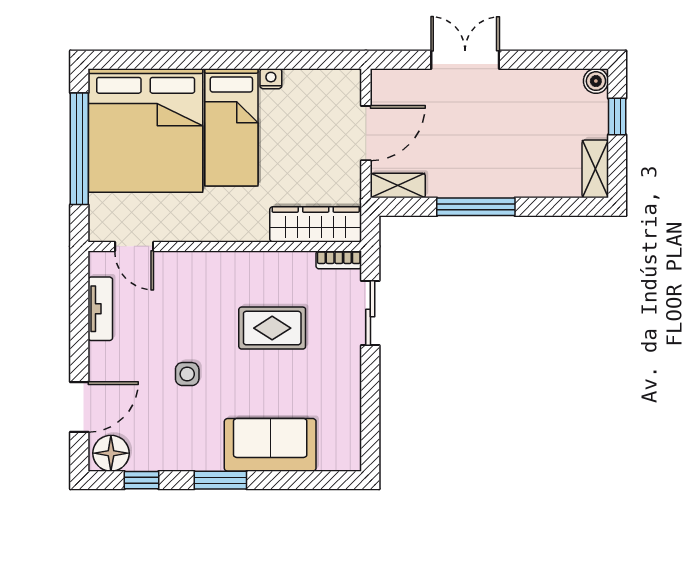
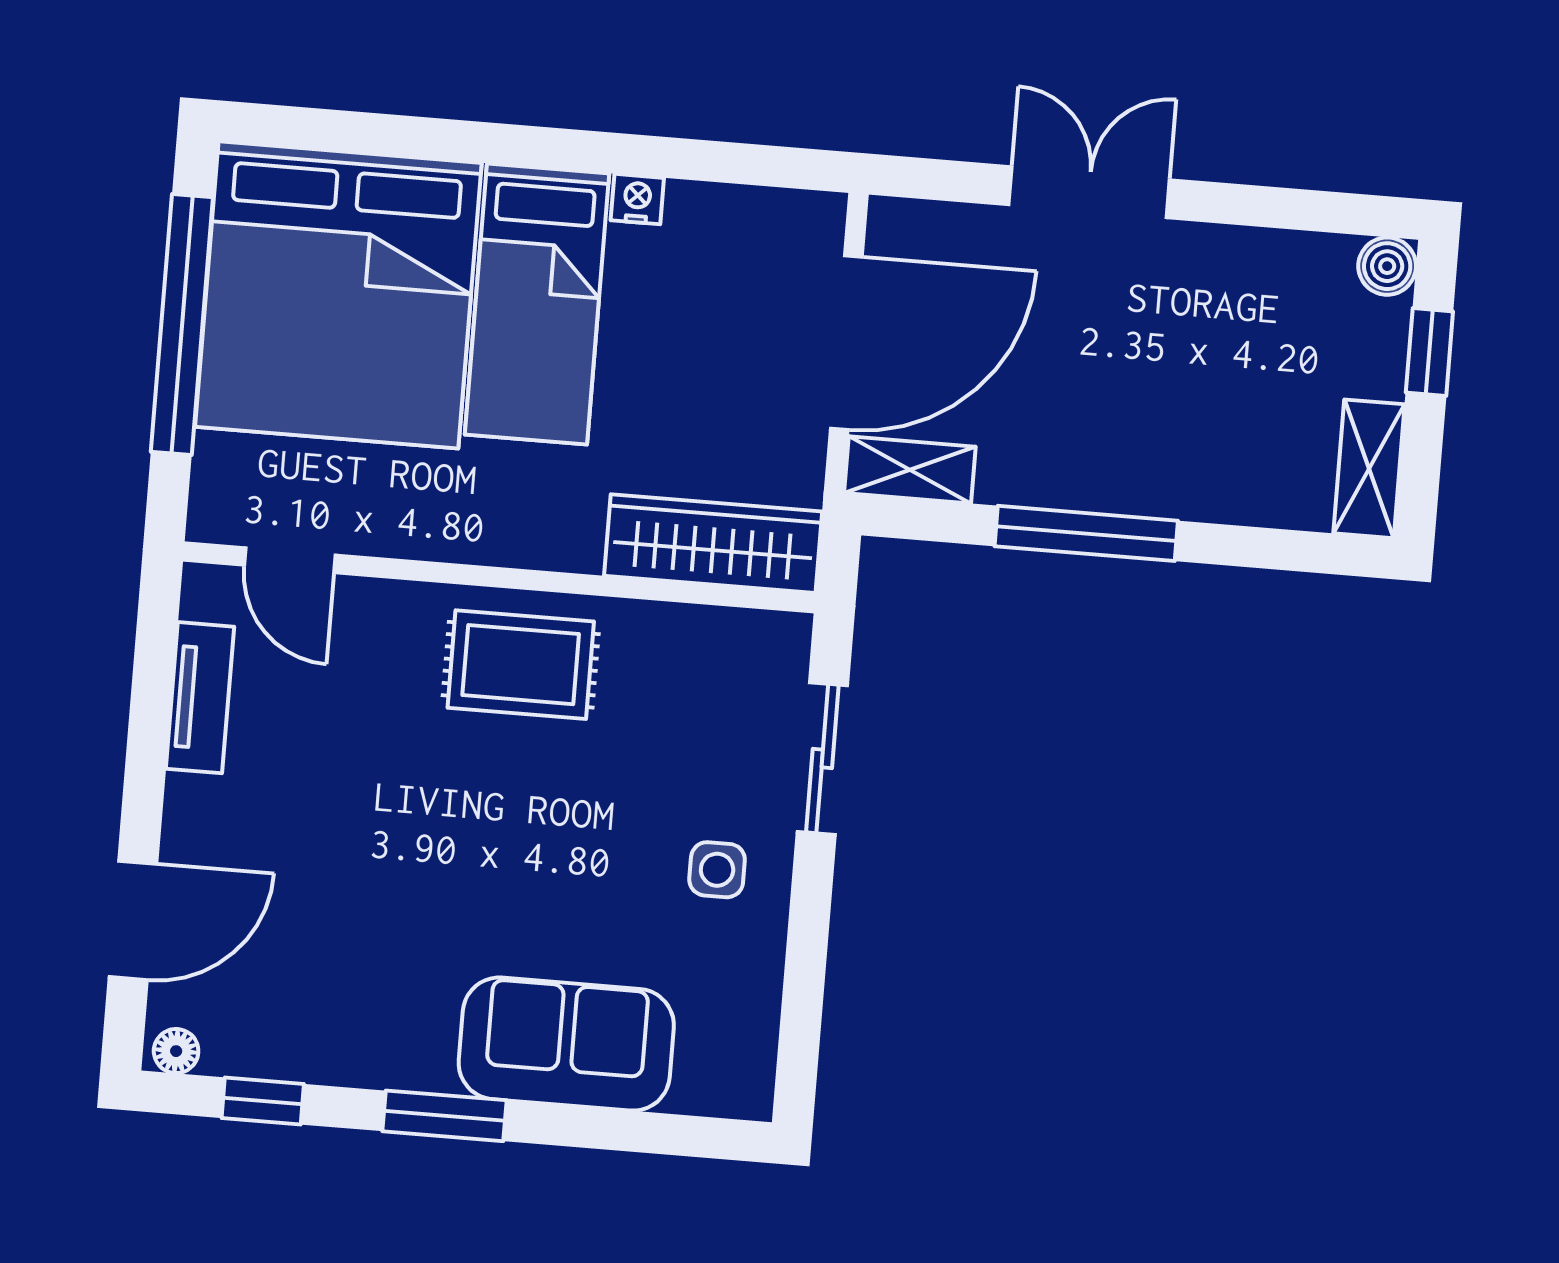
door: (366, 133) -> (846, 343), width x1.36
bookcase: (339, 260) -> (760, 630), removed
rug: (272, 328) -> (521, 665), moved
side table: (187, 374) -> (717, 870), moved
floor lamp: (111, 453) -> (176, 1051), width x0.53, depth x0.53

